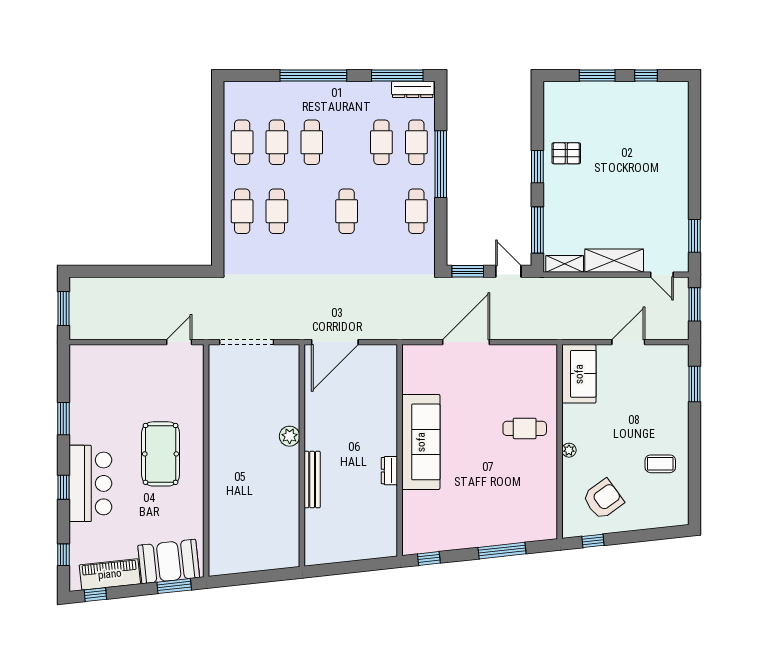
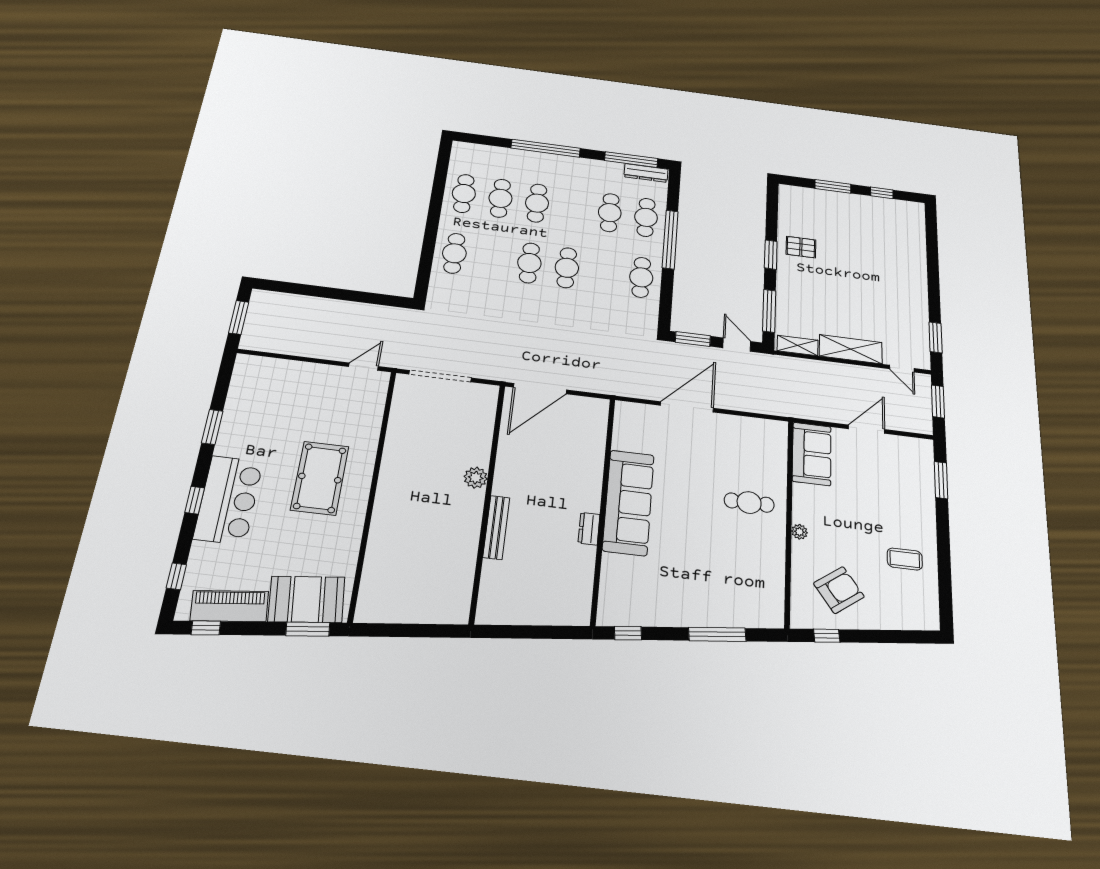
cafe table: (277, 211) -> (529, 263), moved

